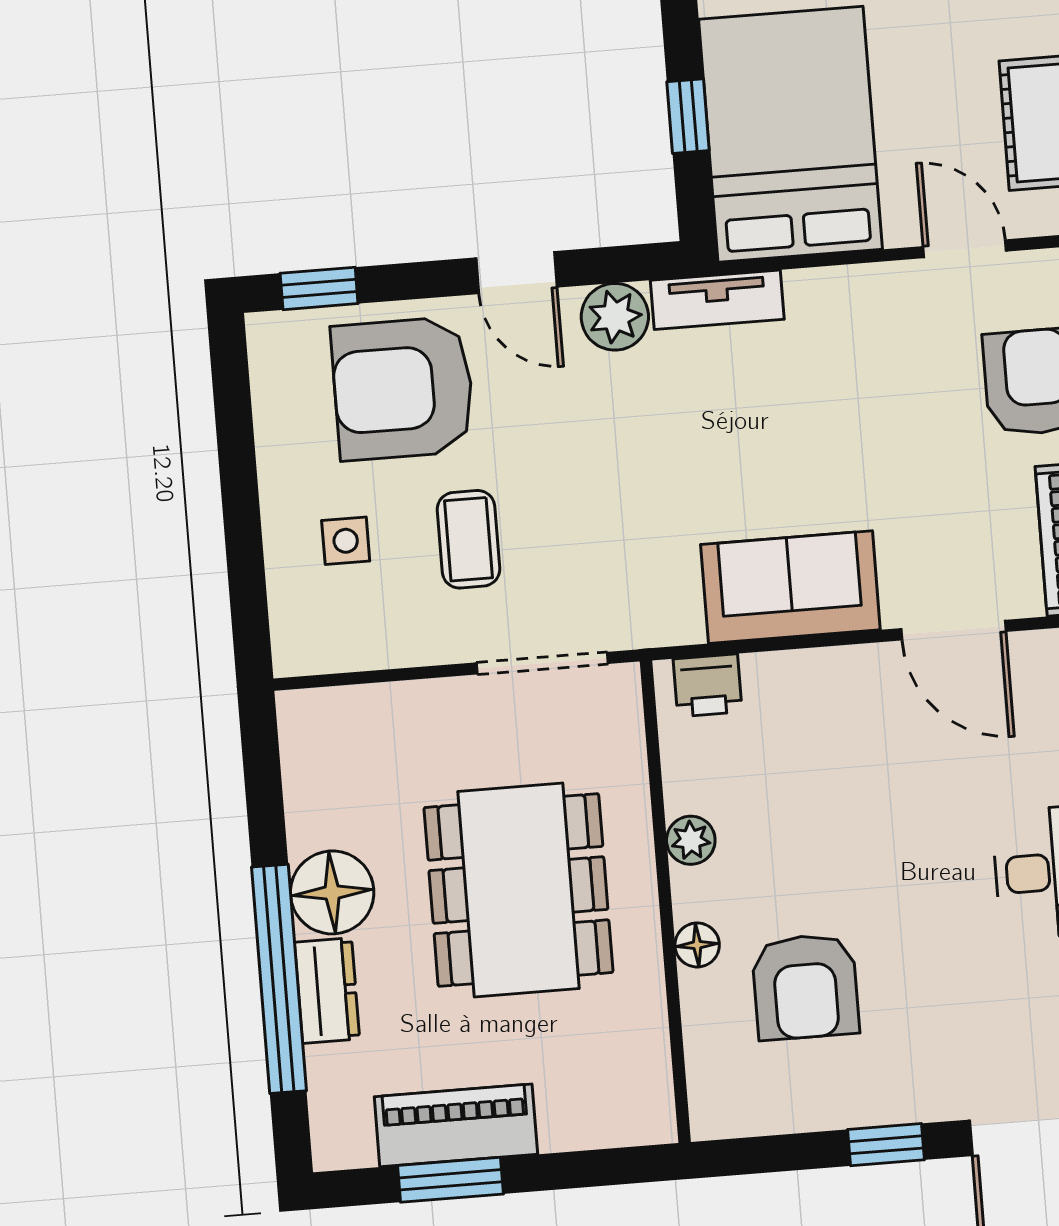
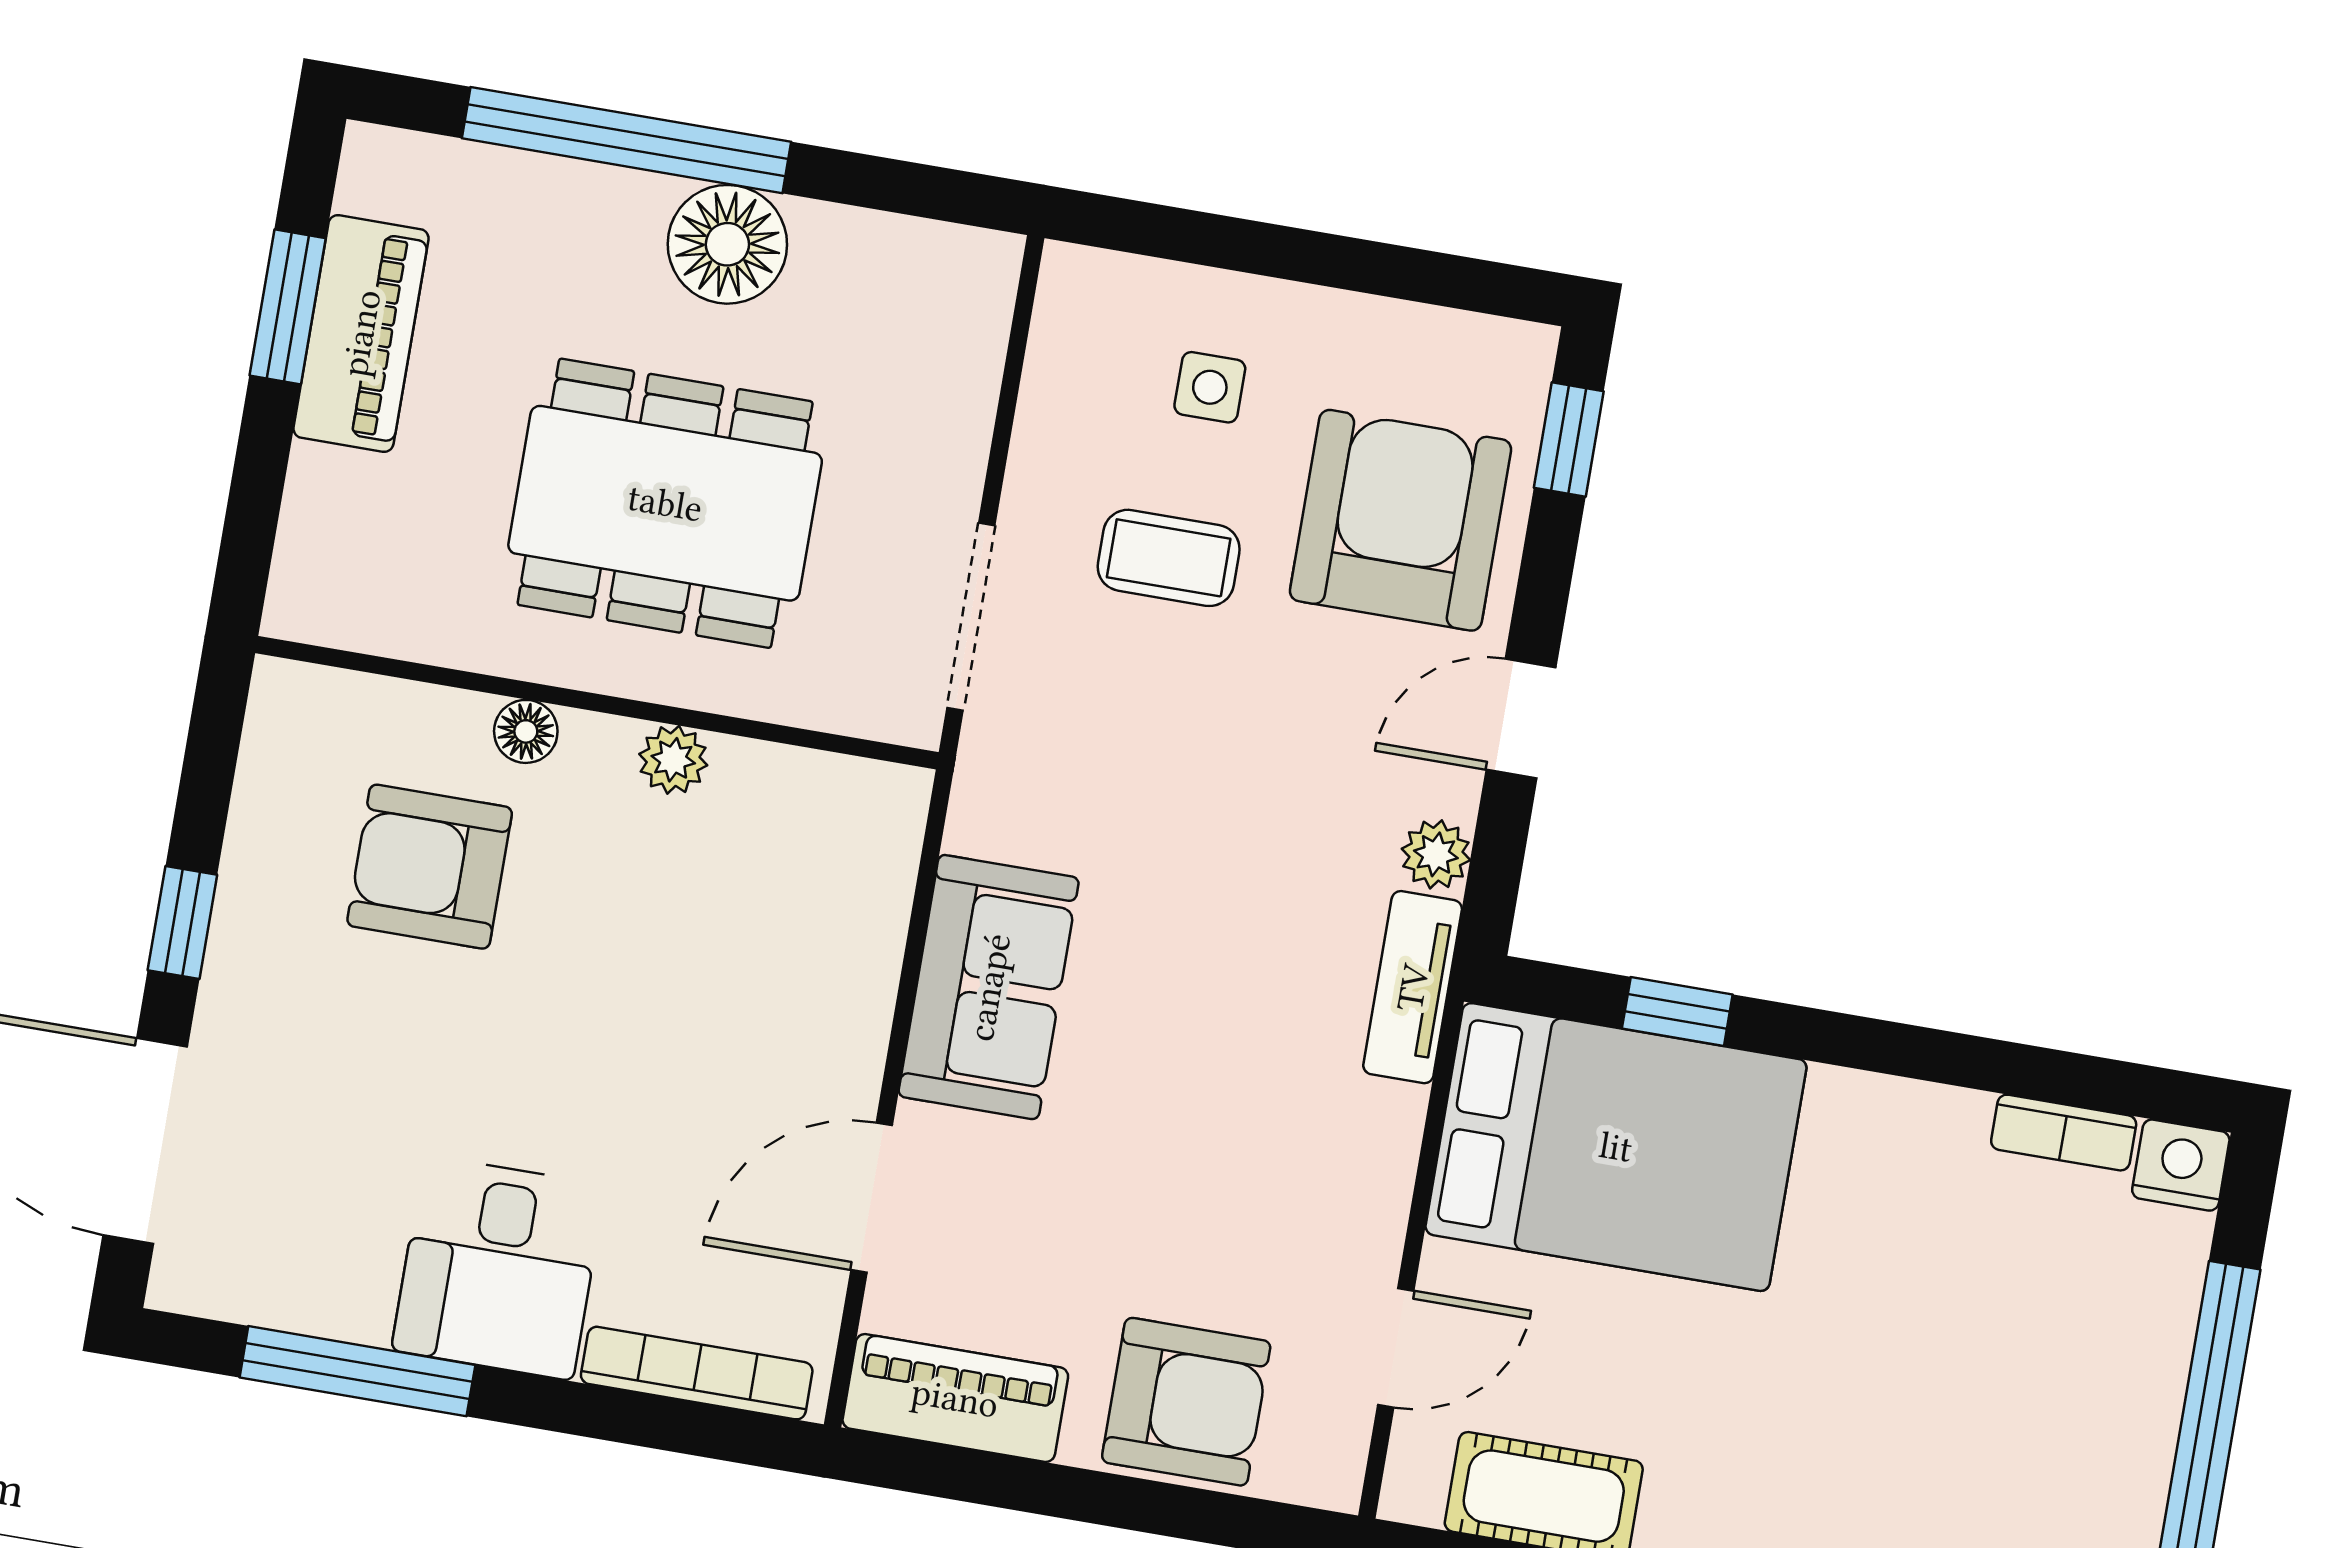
plant: (615, 317) -> (1436, 854), width x0.73, depth x0.73
printer: (708, 685) -> (882, 837), removed
dresser: (327, 991) -> (593, 202), removed

